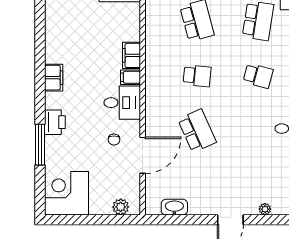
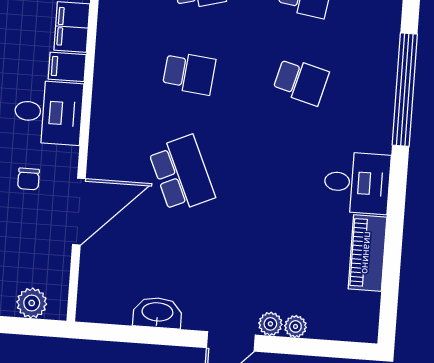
washbasin: (174, 207) -> (157, 313), moved
plant: (251, 209) -> (270, 324), added

